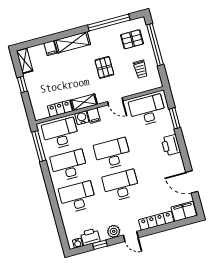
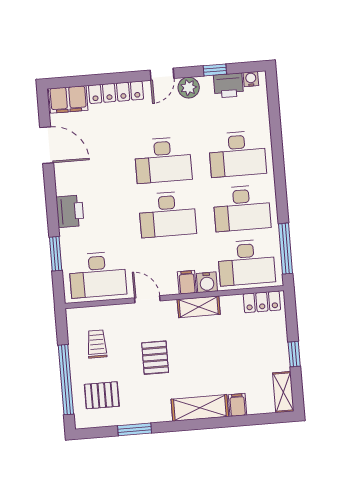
window: (109, 23) -> (135, 429), width x0.47
locker: (60, 109) -> (262, 302), moved
door: (131, 236) -> (162, 74), swing flipped

